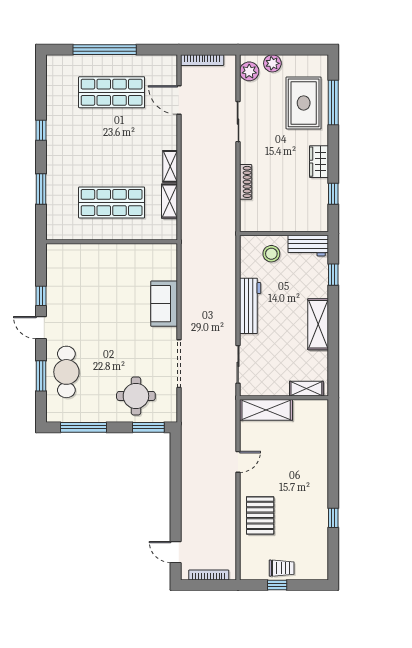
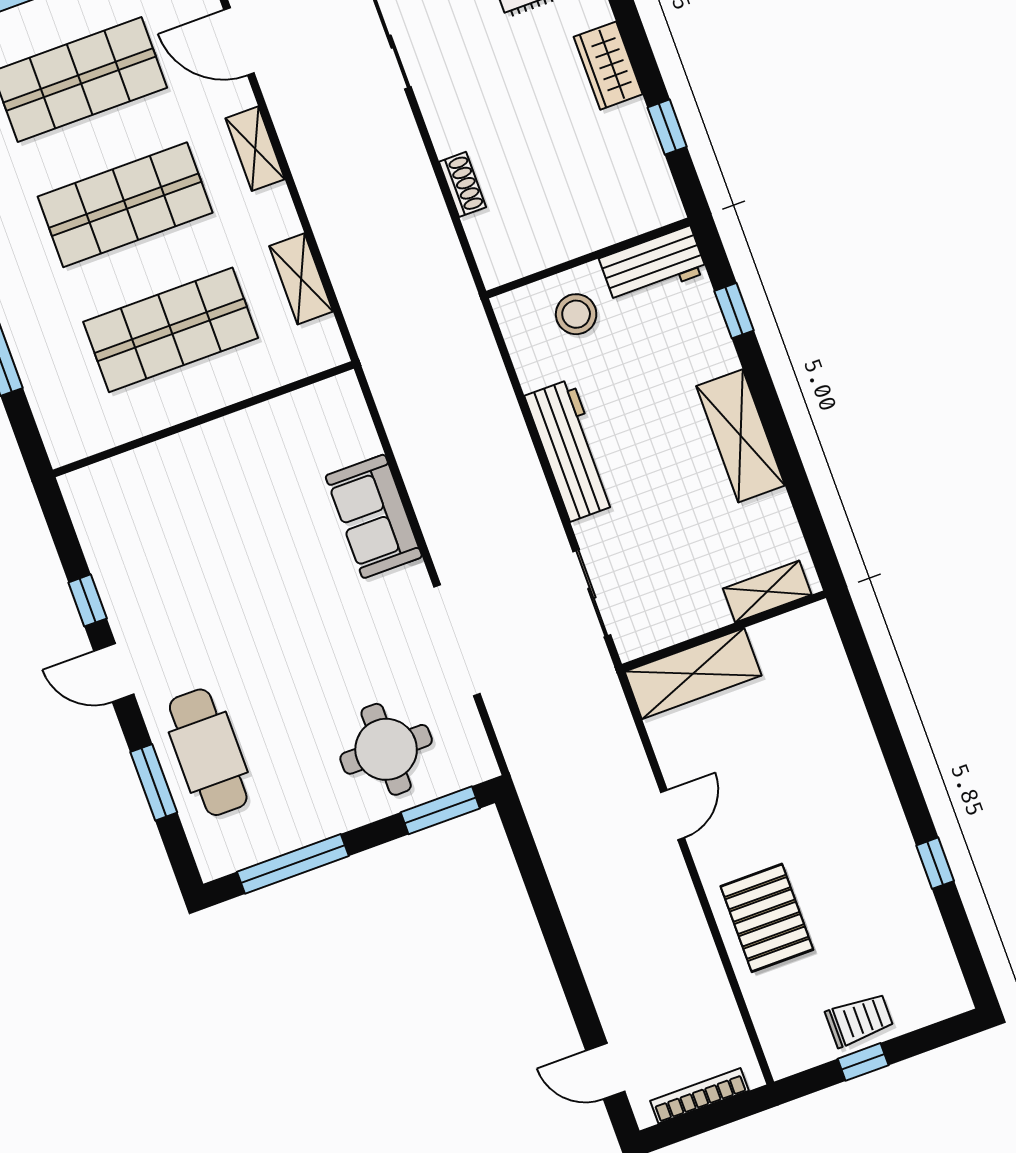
shop shelf: (112, 147) -> (125, 205), added
shelving: (170, 166) -> (255, 149), moved
shoe rack: (246, 182) -> (463, 184), width x0.70

